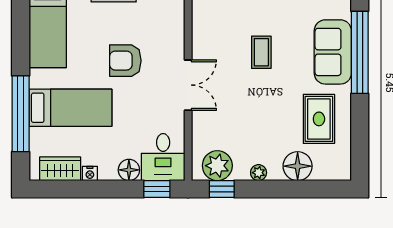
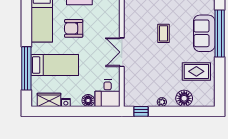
armchair: (125, 61) -> (74, 28), moved
double door: (188, 85) -> (122, 52), swing flipped
rug: (319, 119) -> (196, 71), turned 90
plant: (217, 166) -> (138, 98), removed
window: (157, 189) -> (104, 111), removed

